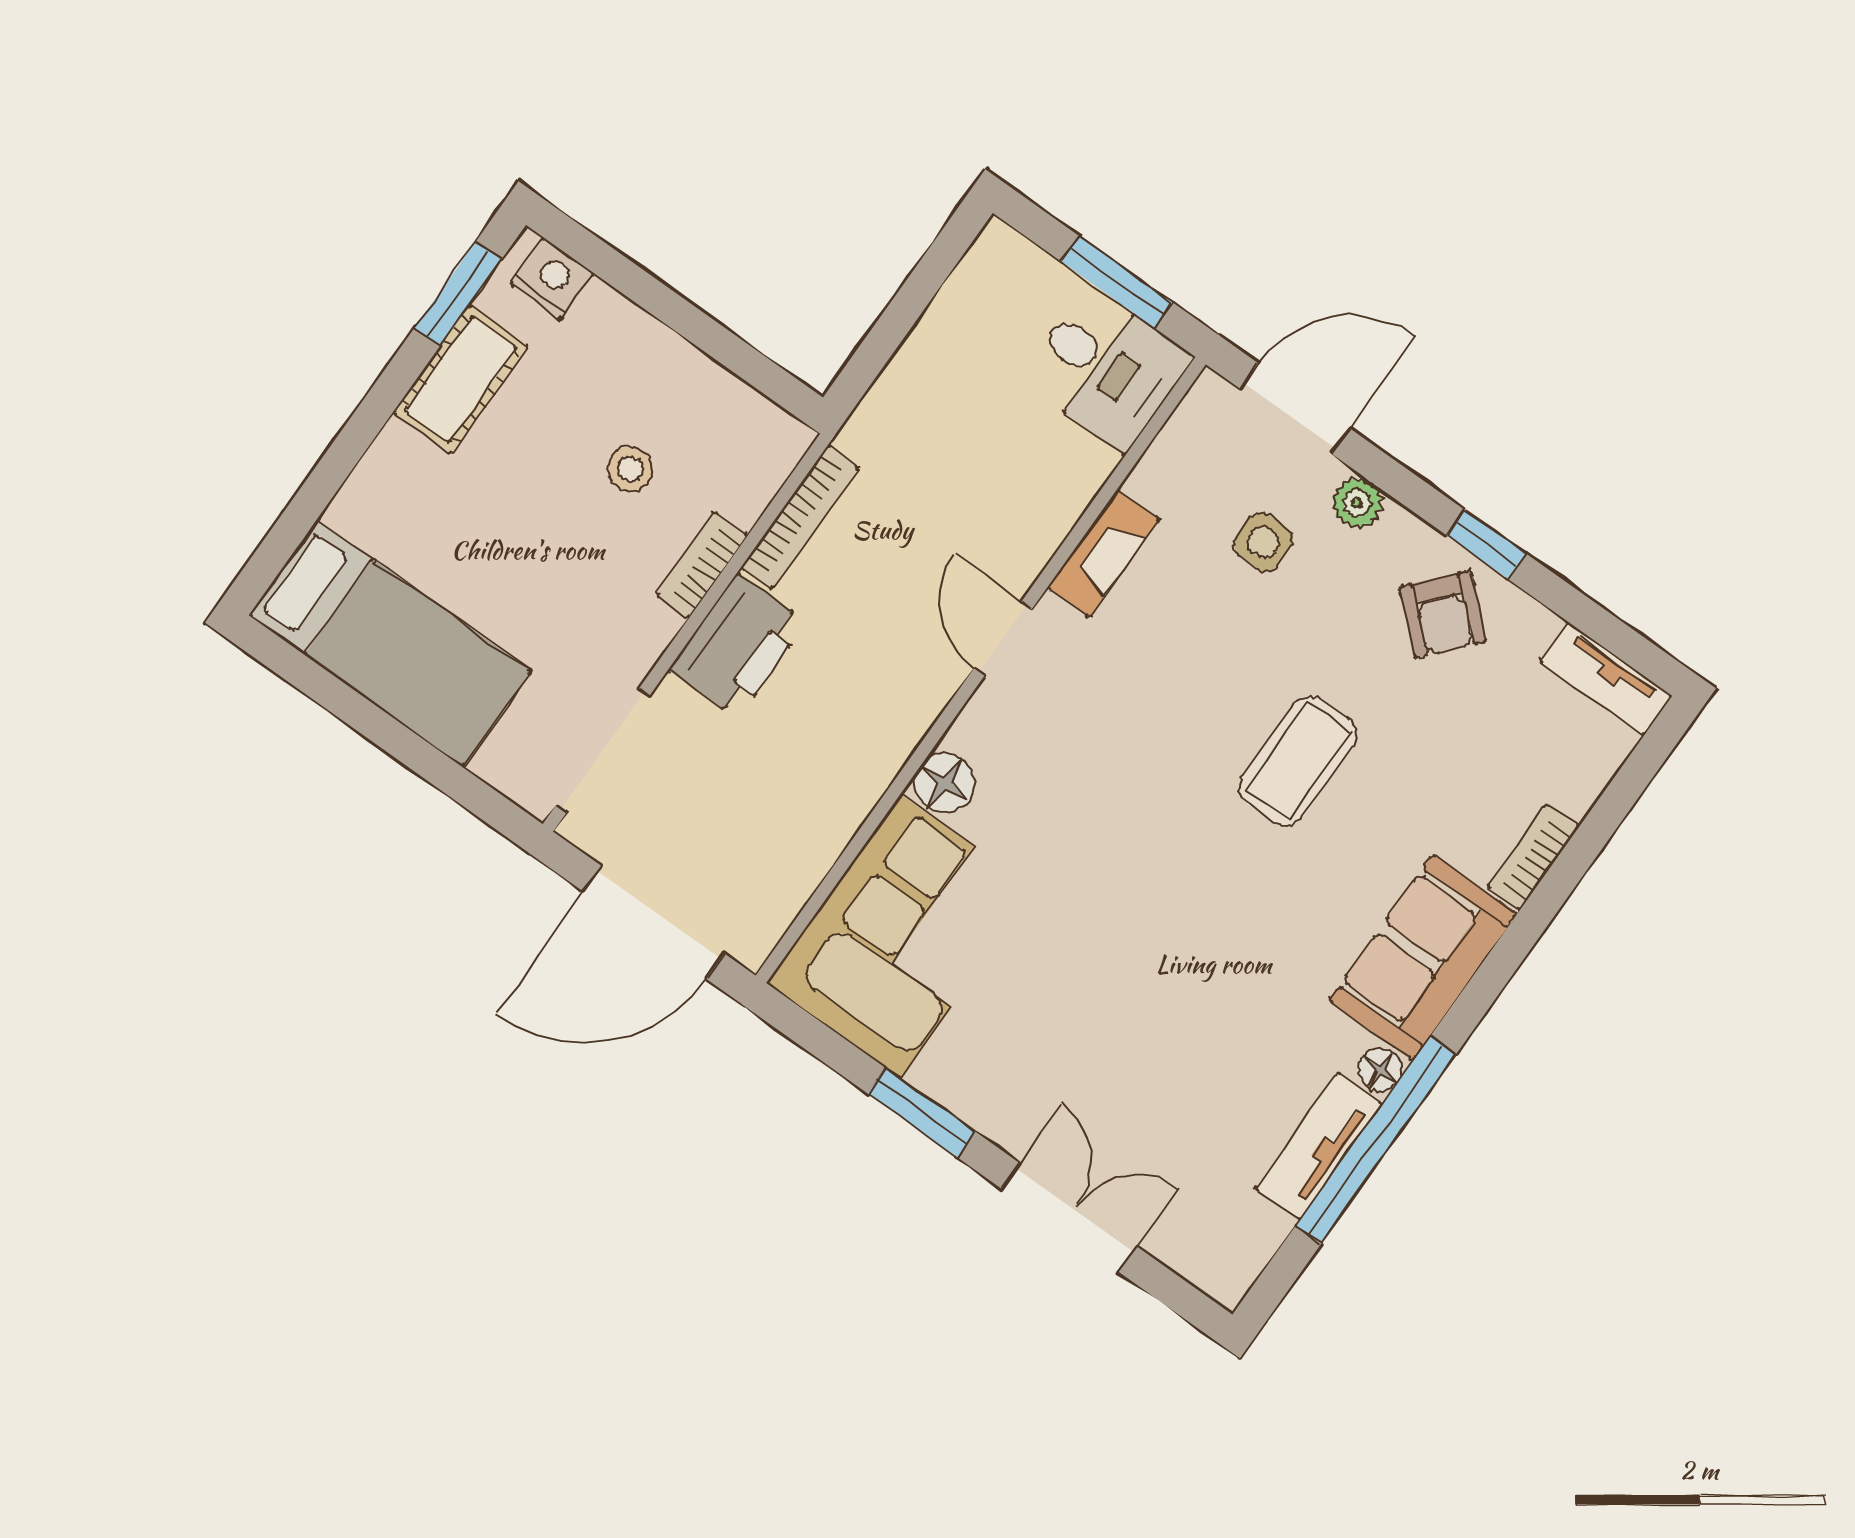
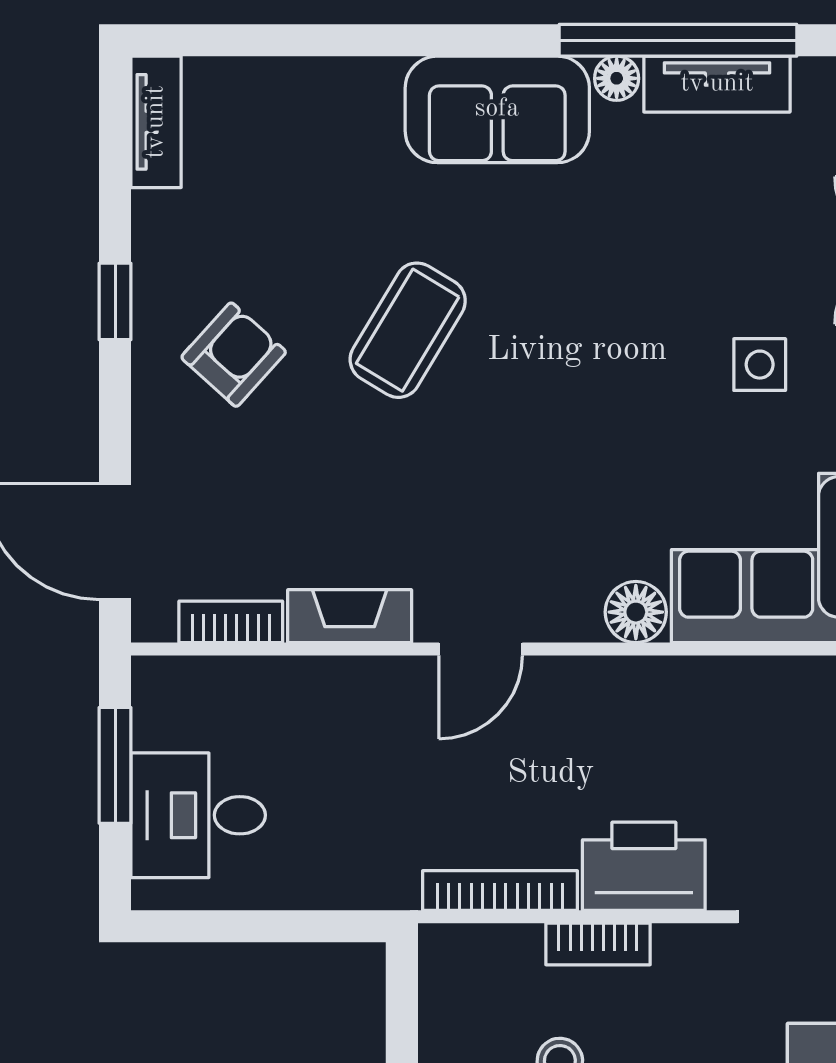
desk: (1107, 369) -> (198, 815), moved, turned -90
plant: (1357, 503) -> (157, 434), removed
side table: (1263, 542) -> (760, 365), moved
armchair: (1443, 614) -> (234, 355), moved
coffee table: (1298, 761) -> (408, 330), turned -59
bookcase: (1533, 857) -> (231, 622), moved, turned 180

